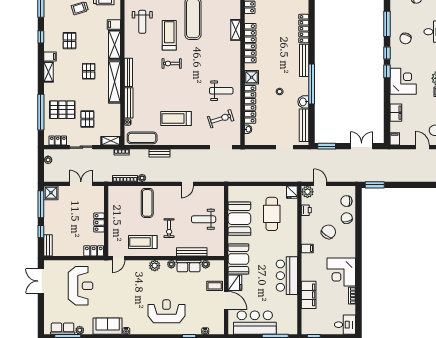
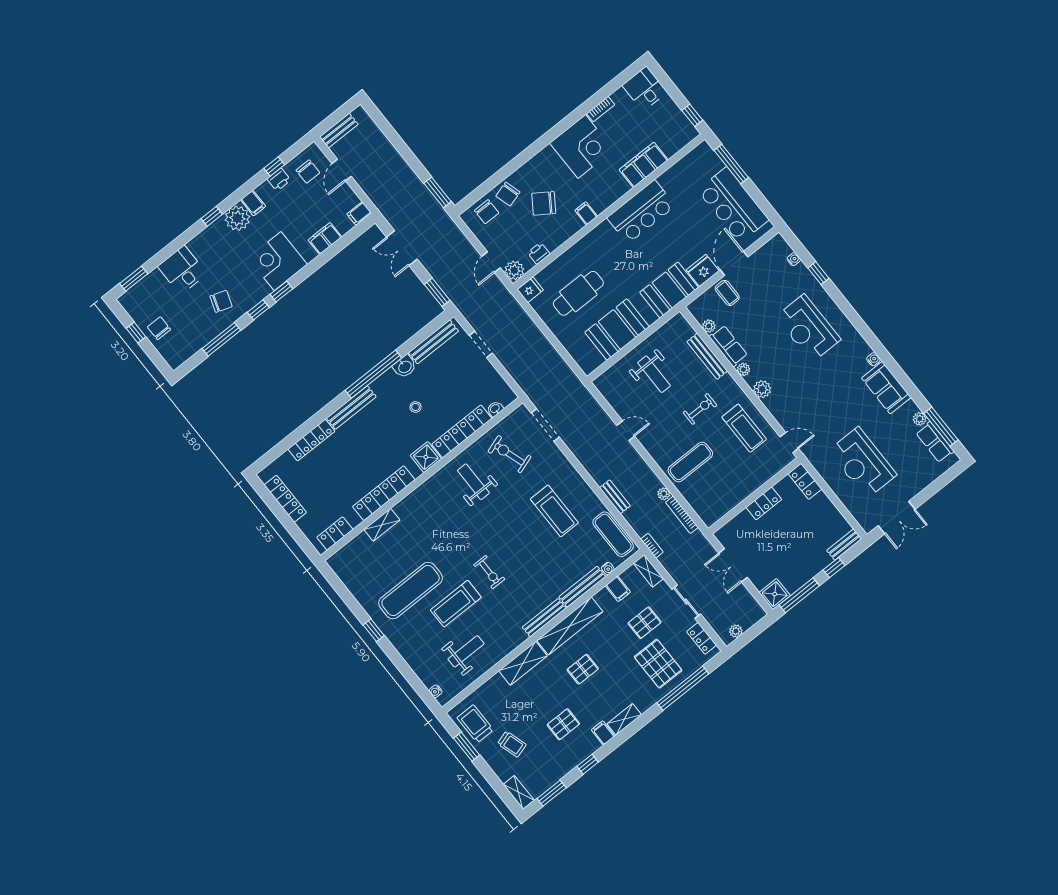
filing cabinet: (114, 24) -> (618, 589), moved
reception desk: (80, 286) -> (863, 463), turned -90

